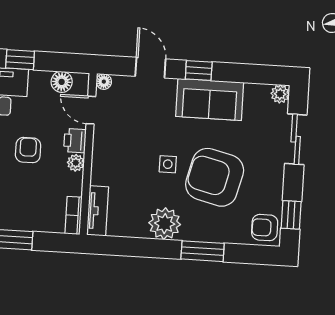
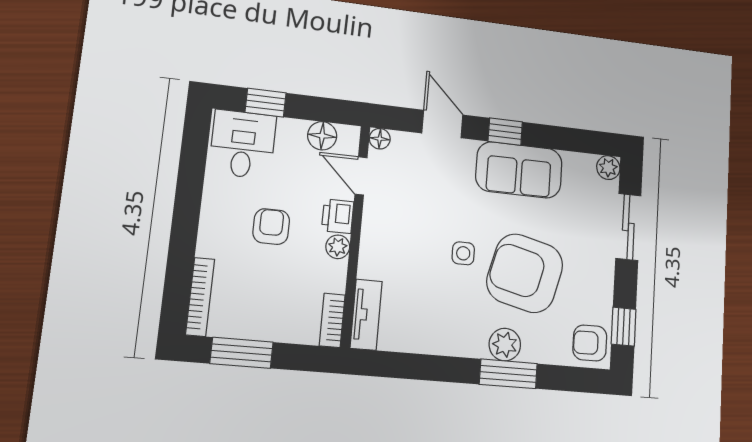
plant: (165, 224) -> (505, 345), moved, width x0.73, depth x0.73

